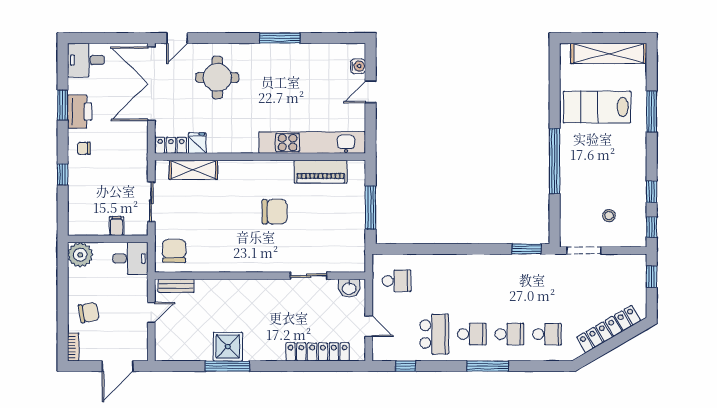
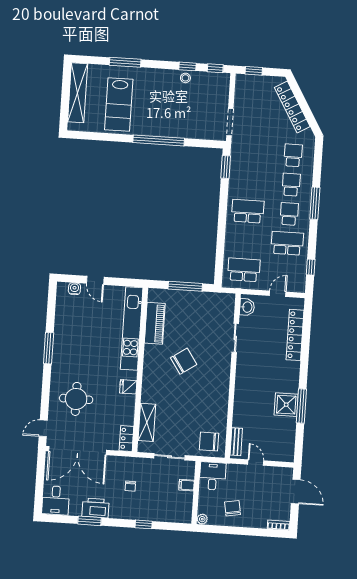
door: (177, 38) -> (43, 428), swing flipped
fridge: (197, 143) -> (128, 387), moved
chair: (84, 148) -> (130, 486), moved
chair: (275, 212) -> (184, 361), turned 56
stool: (609, 216) -> (185, 78), moved
plant: (80, 255) -> (202, 519), width x0.53, depth x0.53
school desk: (396, 281) -> (244, 270), width x1.85
school desk: (472, 281) -> (248, 211), added
chair: (89, 313) -> (233, 508), moved

